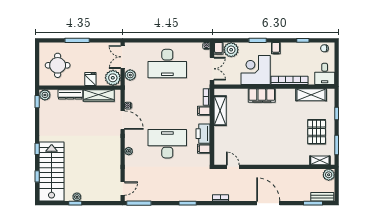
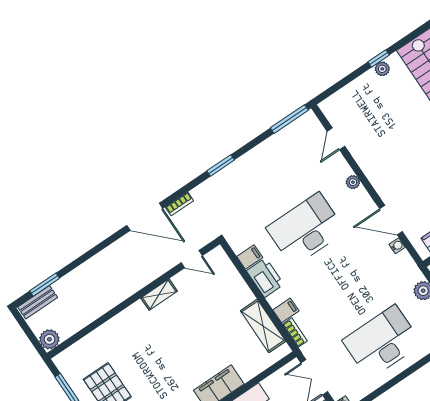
desk: (167, 144) -> (306, 229), turned 180
shelving: (320, 160) -> (159, 295), moved
door: (123, 189) -> (336, 139), moved
door: (268, 203) -> (145, 217), moved

